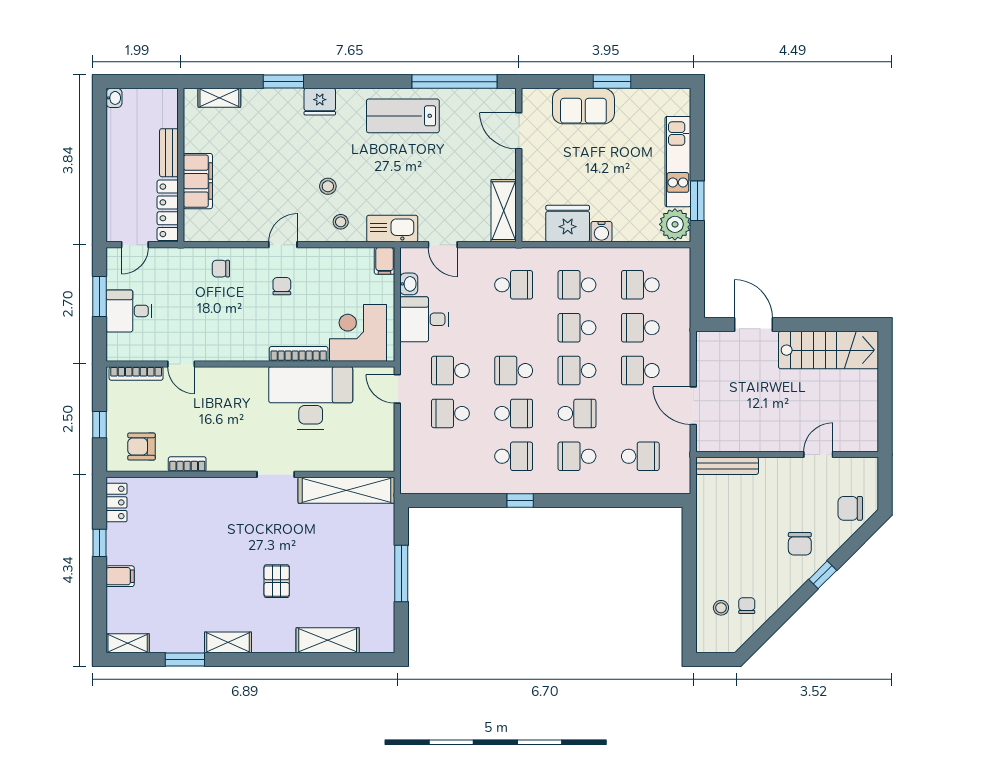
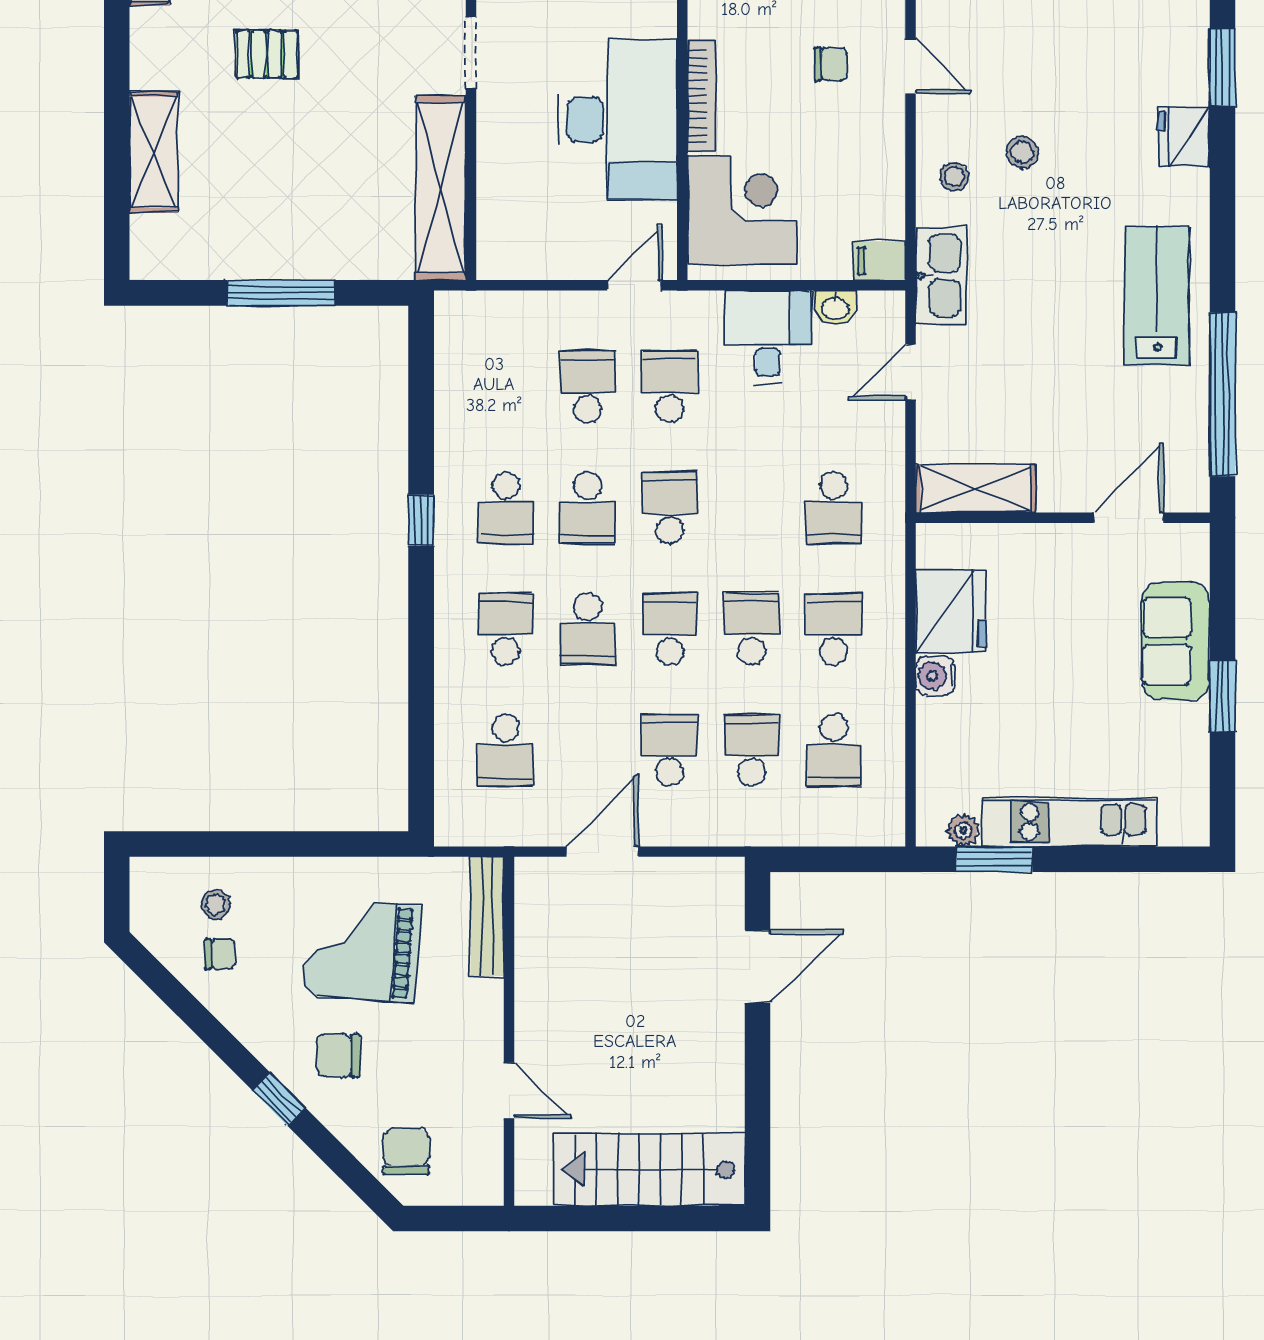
plant: (675, 224) -> (963, 831), width x0.53, depth x0.53
school desk: (640, 285) -> (834, 750), turned 180
stairs: (829, 350) -> (649, 1170), moved, turned 90
grand piano: (745, 531) -> (362, 951), added

